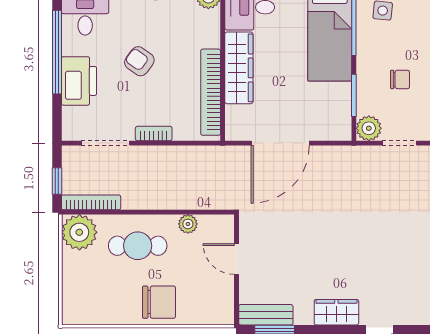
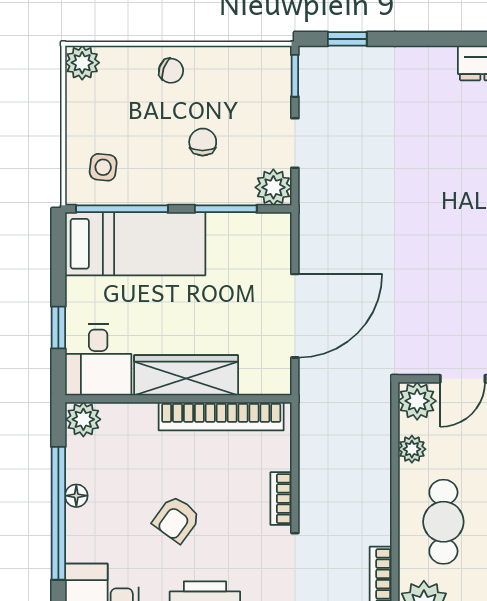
door: (280, 143) -> (295, 316), hinge flipped
plant: (221, 228) -> (417, 401), added

